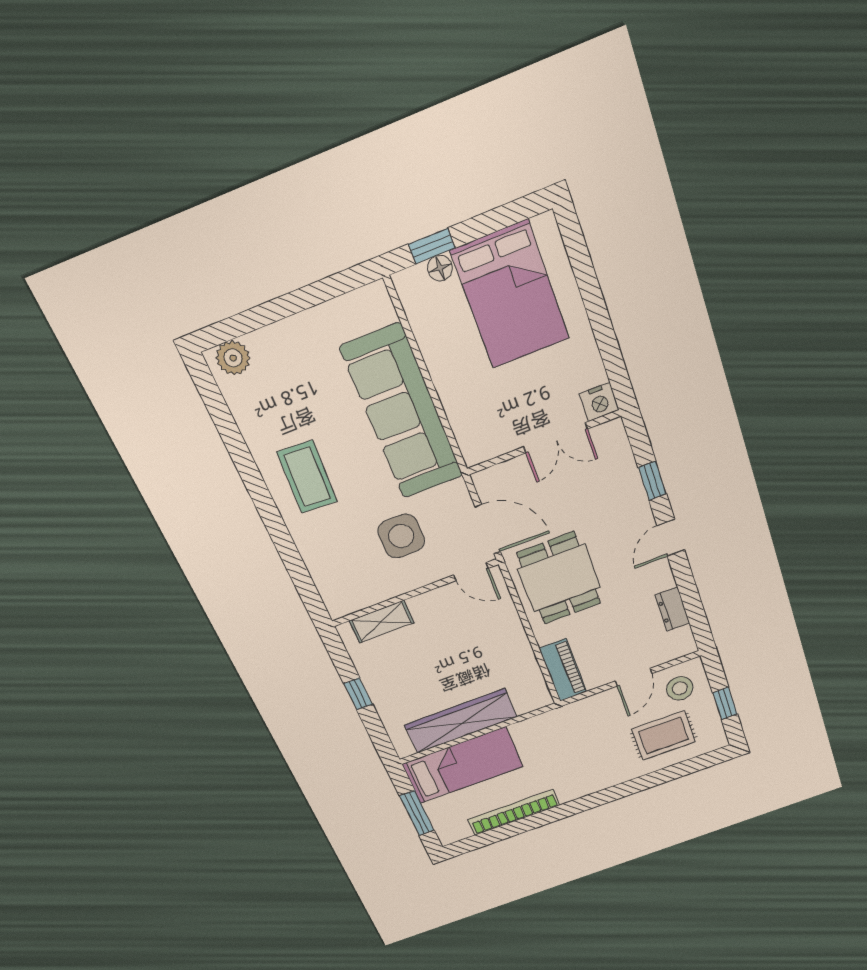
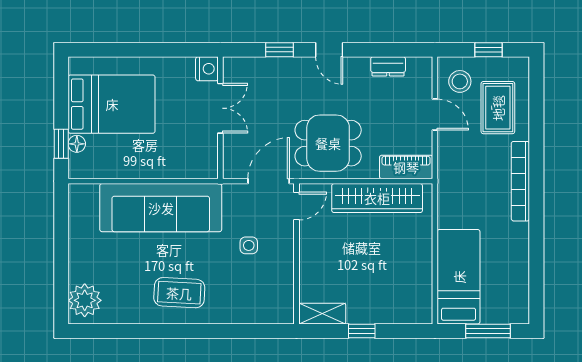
plant: (233, 358) -> (85, 300), width x1.36, depth x1.36
side table: (401, 536) -> (249, 245), width x0.54, depth x0.54
shelving: (381, 622) -> (322, 314), moved, turned 90
wardrobe: (461, 721) -> (377, 198), moved, turned -90
bookcase: (514, 812) -> (520, 181), moved

